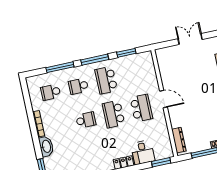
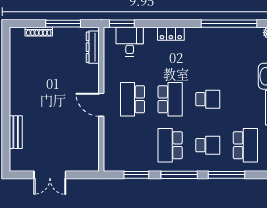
school desk: (106, 80) -> (170, 145), turned 180
school desk: (51, 92) -> (245, 145), width x1.85
school desk: (86, 120) -> (208, 99), turned 180
desk: (143, 152) -> (130, 42), moved

